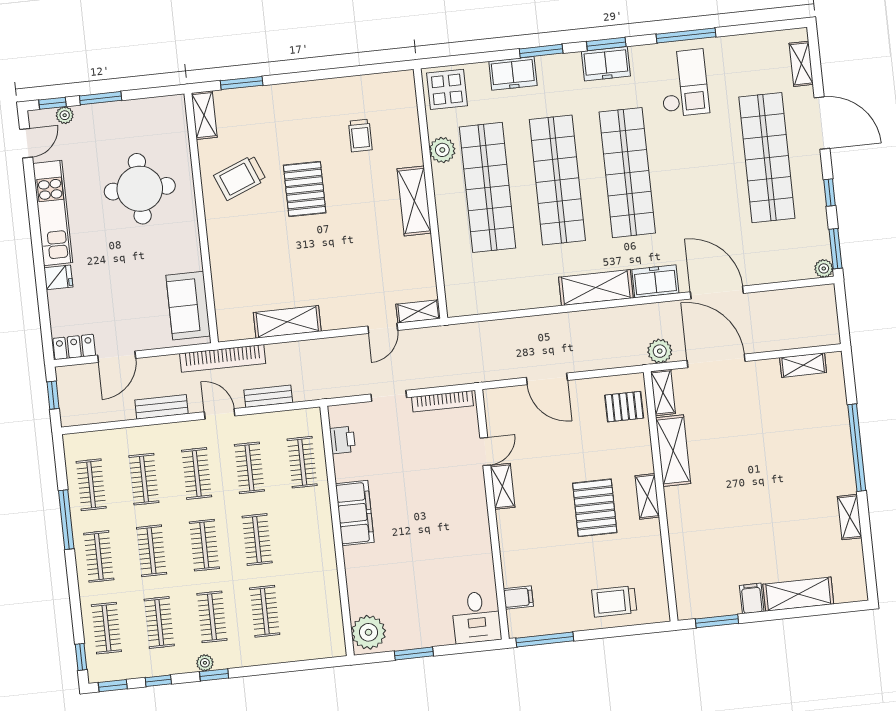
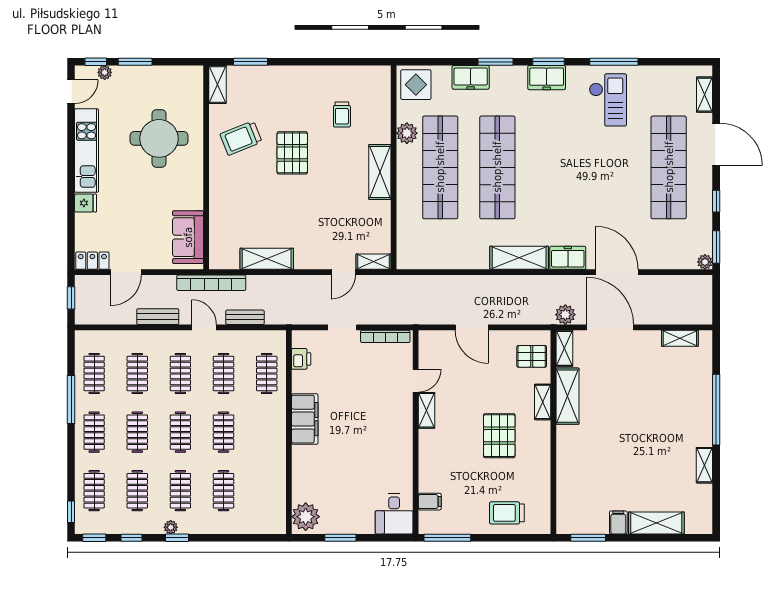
shop shelf: (627, 173) -> (554, 167), removed
shelving: (647, 496) -> (543, 402), moved

